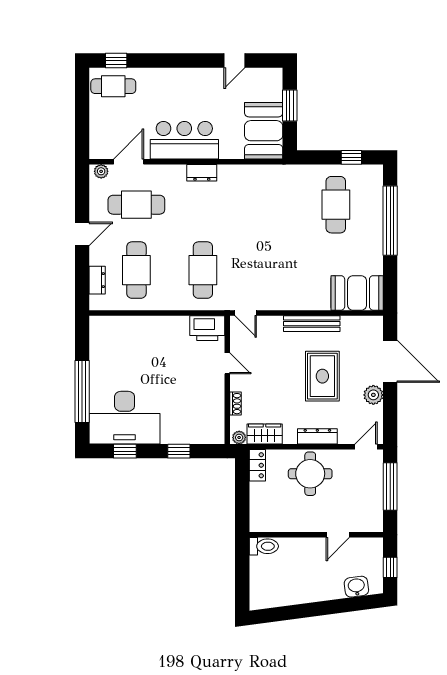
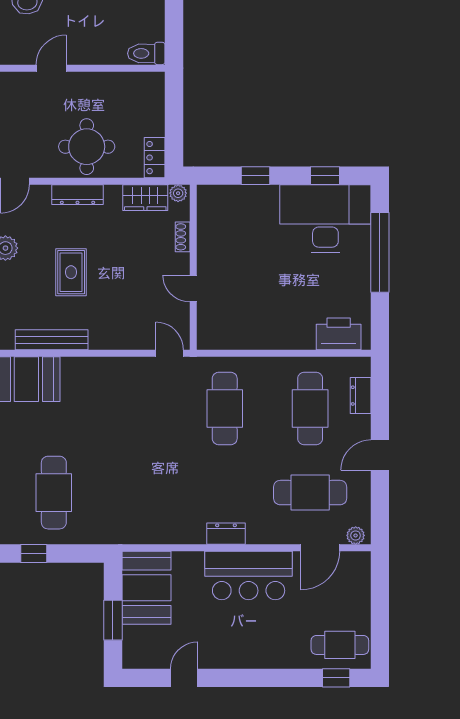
bench: (312, 324) -> (52, 340), moved
printer: (207, 328) -> (339, 334), moved
rug: (322, 376) -> (71, 272), width x0.73, depth x0.70

